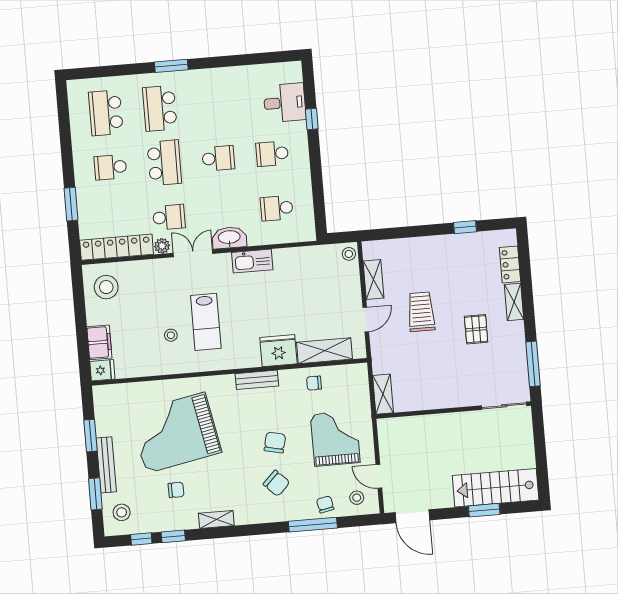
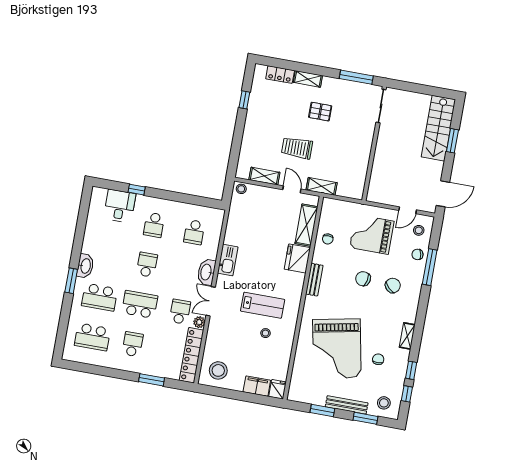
washbasin: (195, 79) -> (85, 266), added
school desk: (110, 167) -> (133, 344), turned 180
shelving: (383, 394) -> (322, 186), moved

